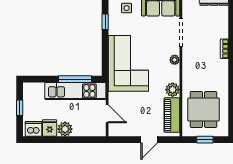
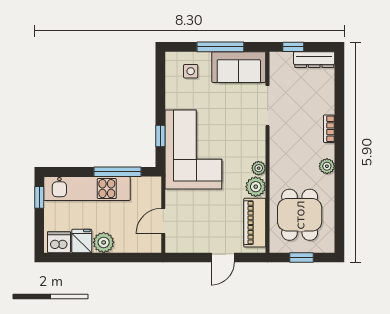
window: (105, 22) -> (160, 136), moved
plant: (175, 60) -> (259, 168), moved
plant: (223, 75) -> (327, 166), added
kitchen unit: (75, 91) -> (87, 189), moved
window: (20, 108) -> (39, 197), moved
door: (107, 114) -> (163, 221), swing flipped

